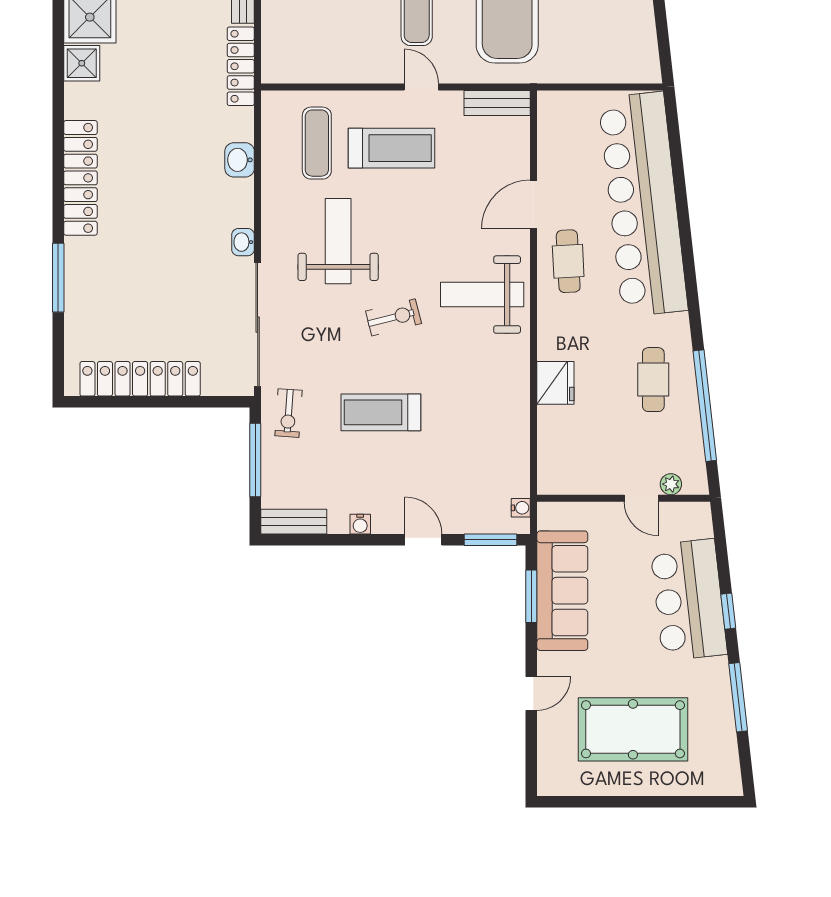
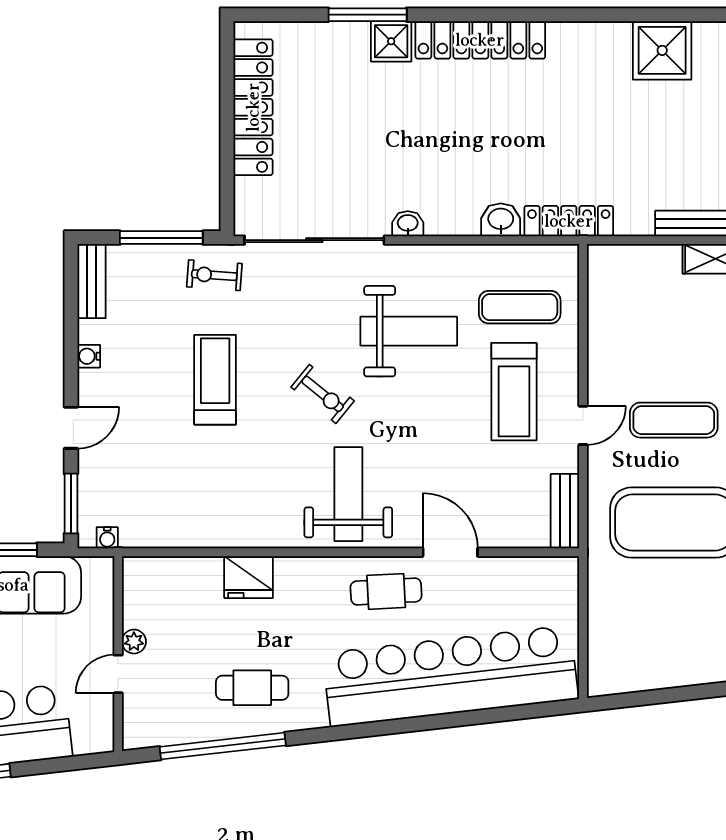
shower: (82, 63) -> (391, 41), moved
locker: (241, 66) -> (569, 221), moved
exercise bike: (394, 317) -> (323, 394), turned -37
plant: (671, 484) -> (134, 642), moved

